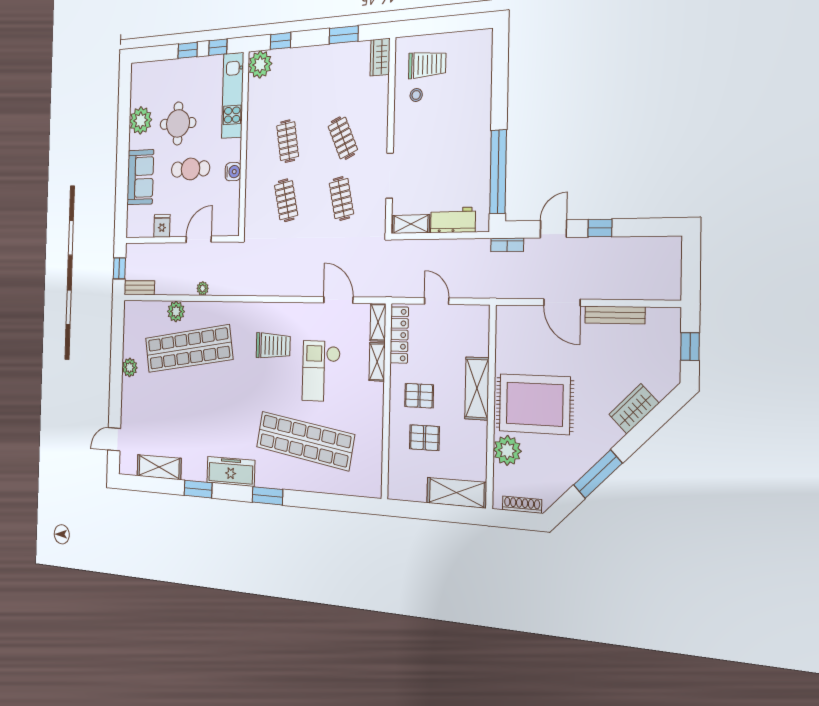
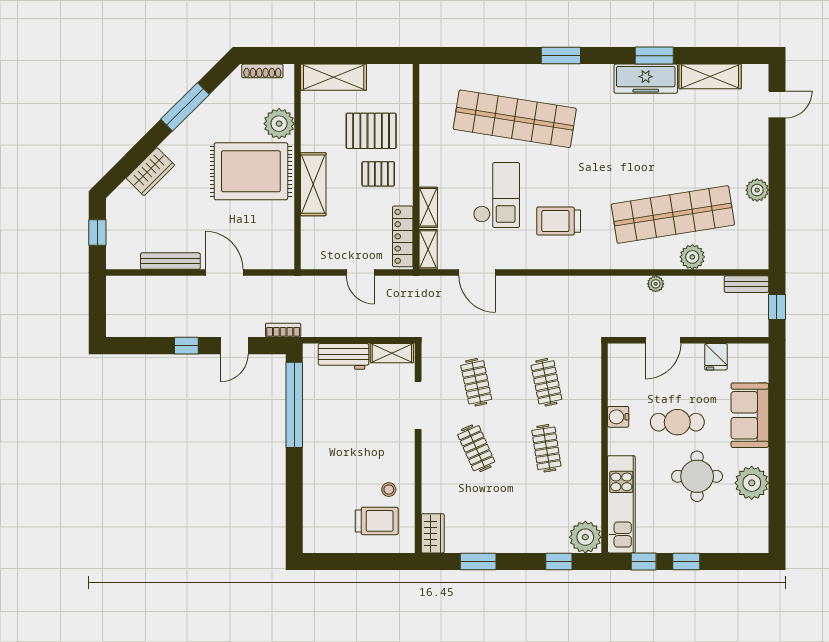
trolley: (427, 65) -> (377, 521), turned 180
pallet: (424, 438) -> (371, 131), width x1.50, depth x1.42
freezer: (231, 471) -> (646, 79), moved

